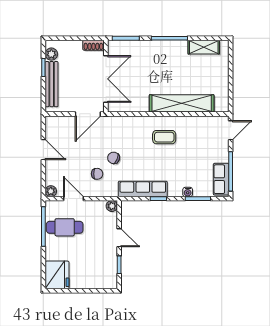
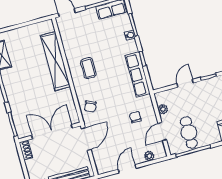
door: (88, 114) -> (86, 139), hinge flipped
chair: (114, 158) -> (90, 106), moved
plant: (51, 191) -> (149, 156), moved
plant: (112, 206) -> (163, 109), moved

